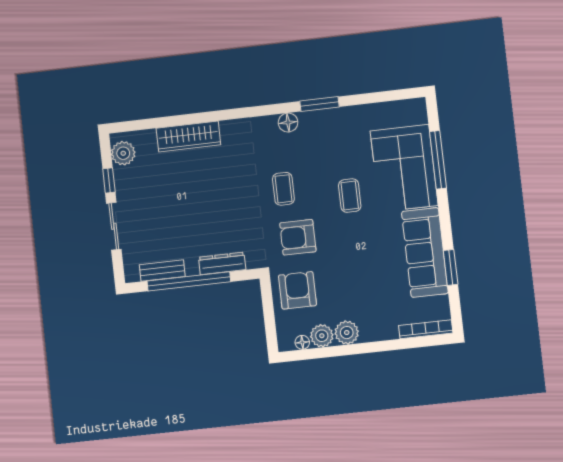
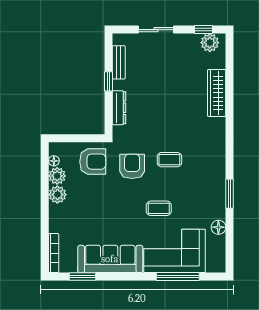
floor lamp: (288, 123) -> (218, 227), moved
window: (109, 180) -> (204, 30), moved
window: (451, 267) -> (82, 277), moved
window: (189, 281) -> (108, 81), width x0.32

